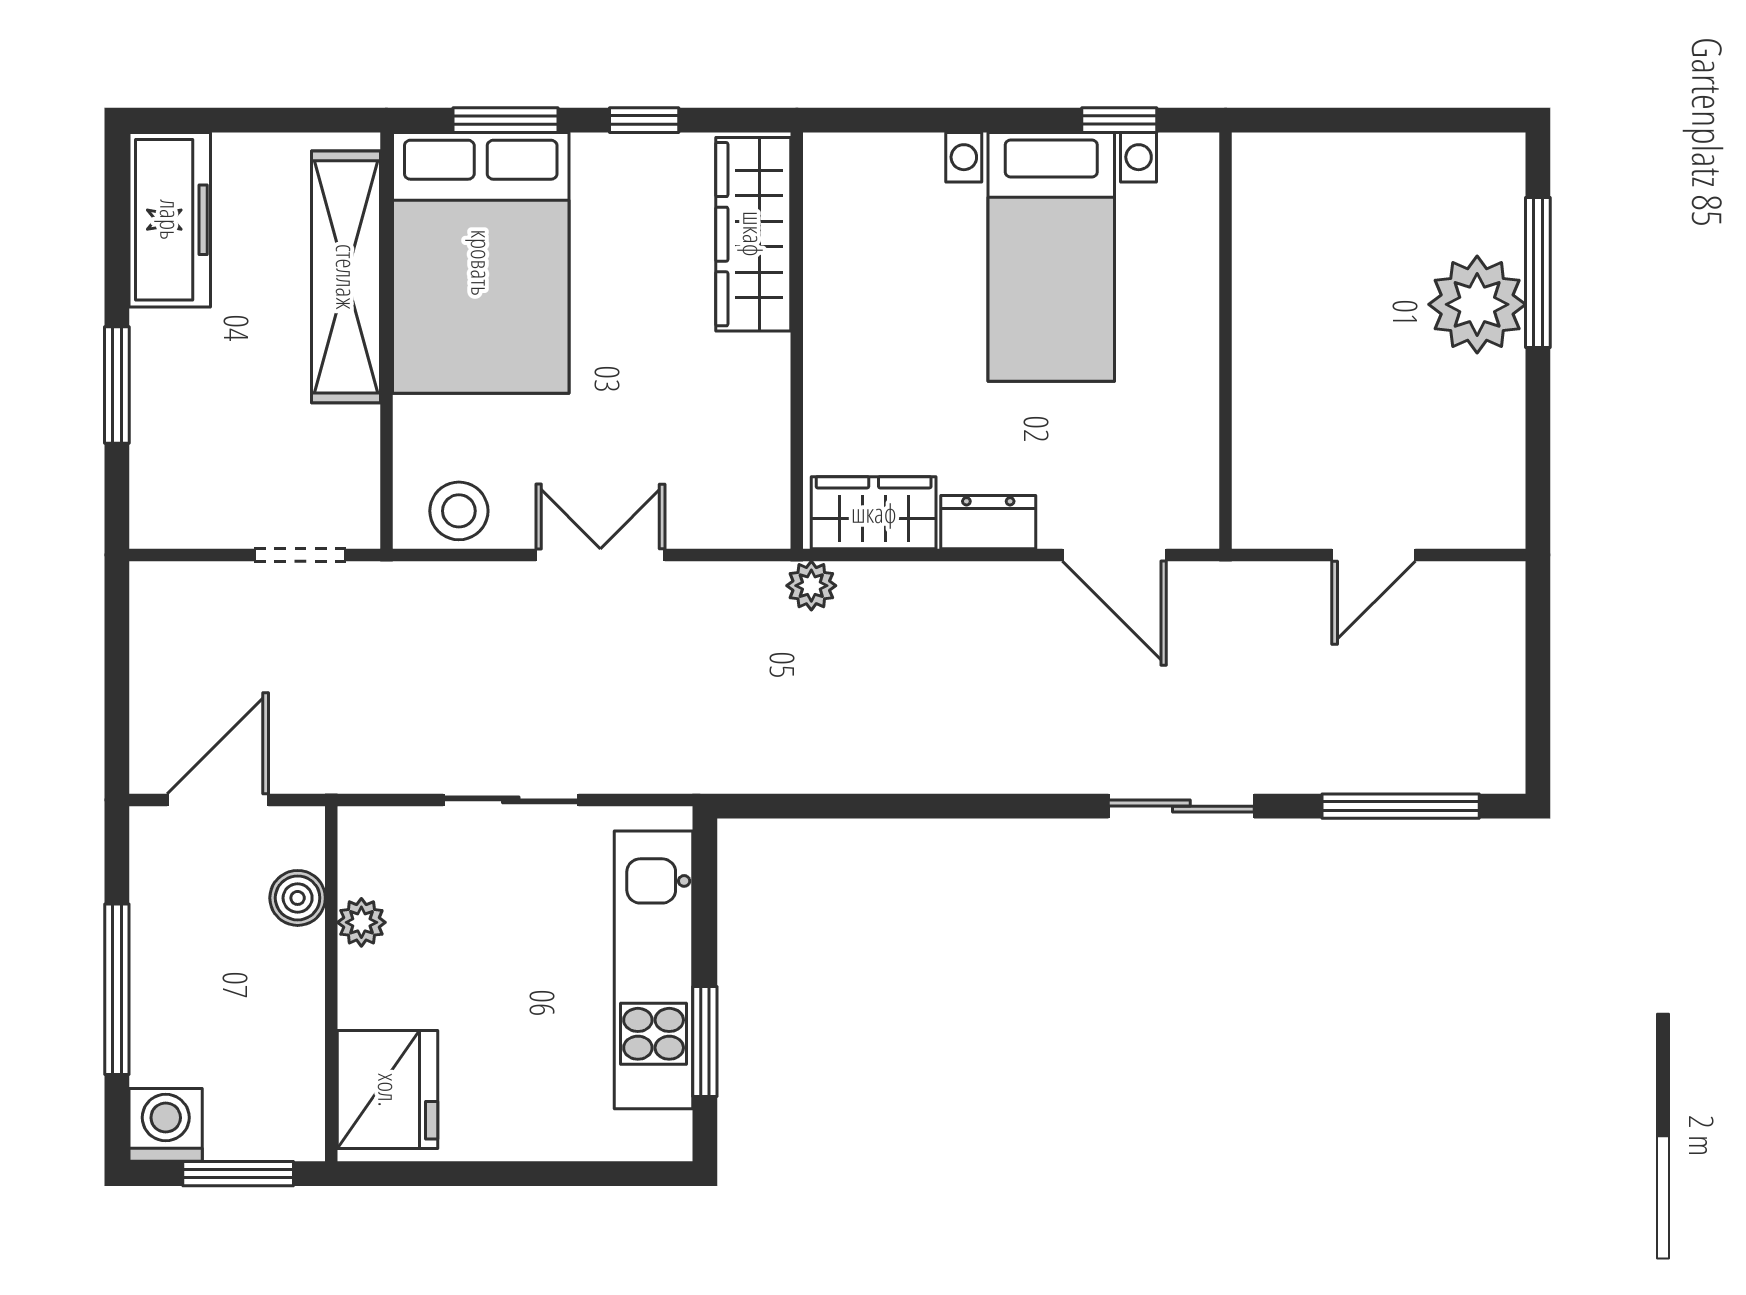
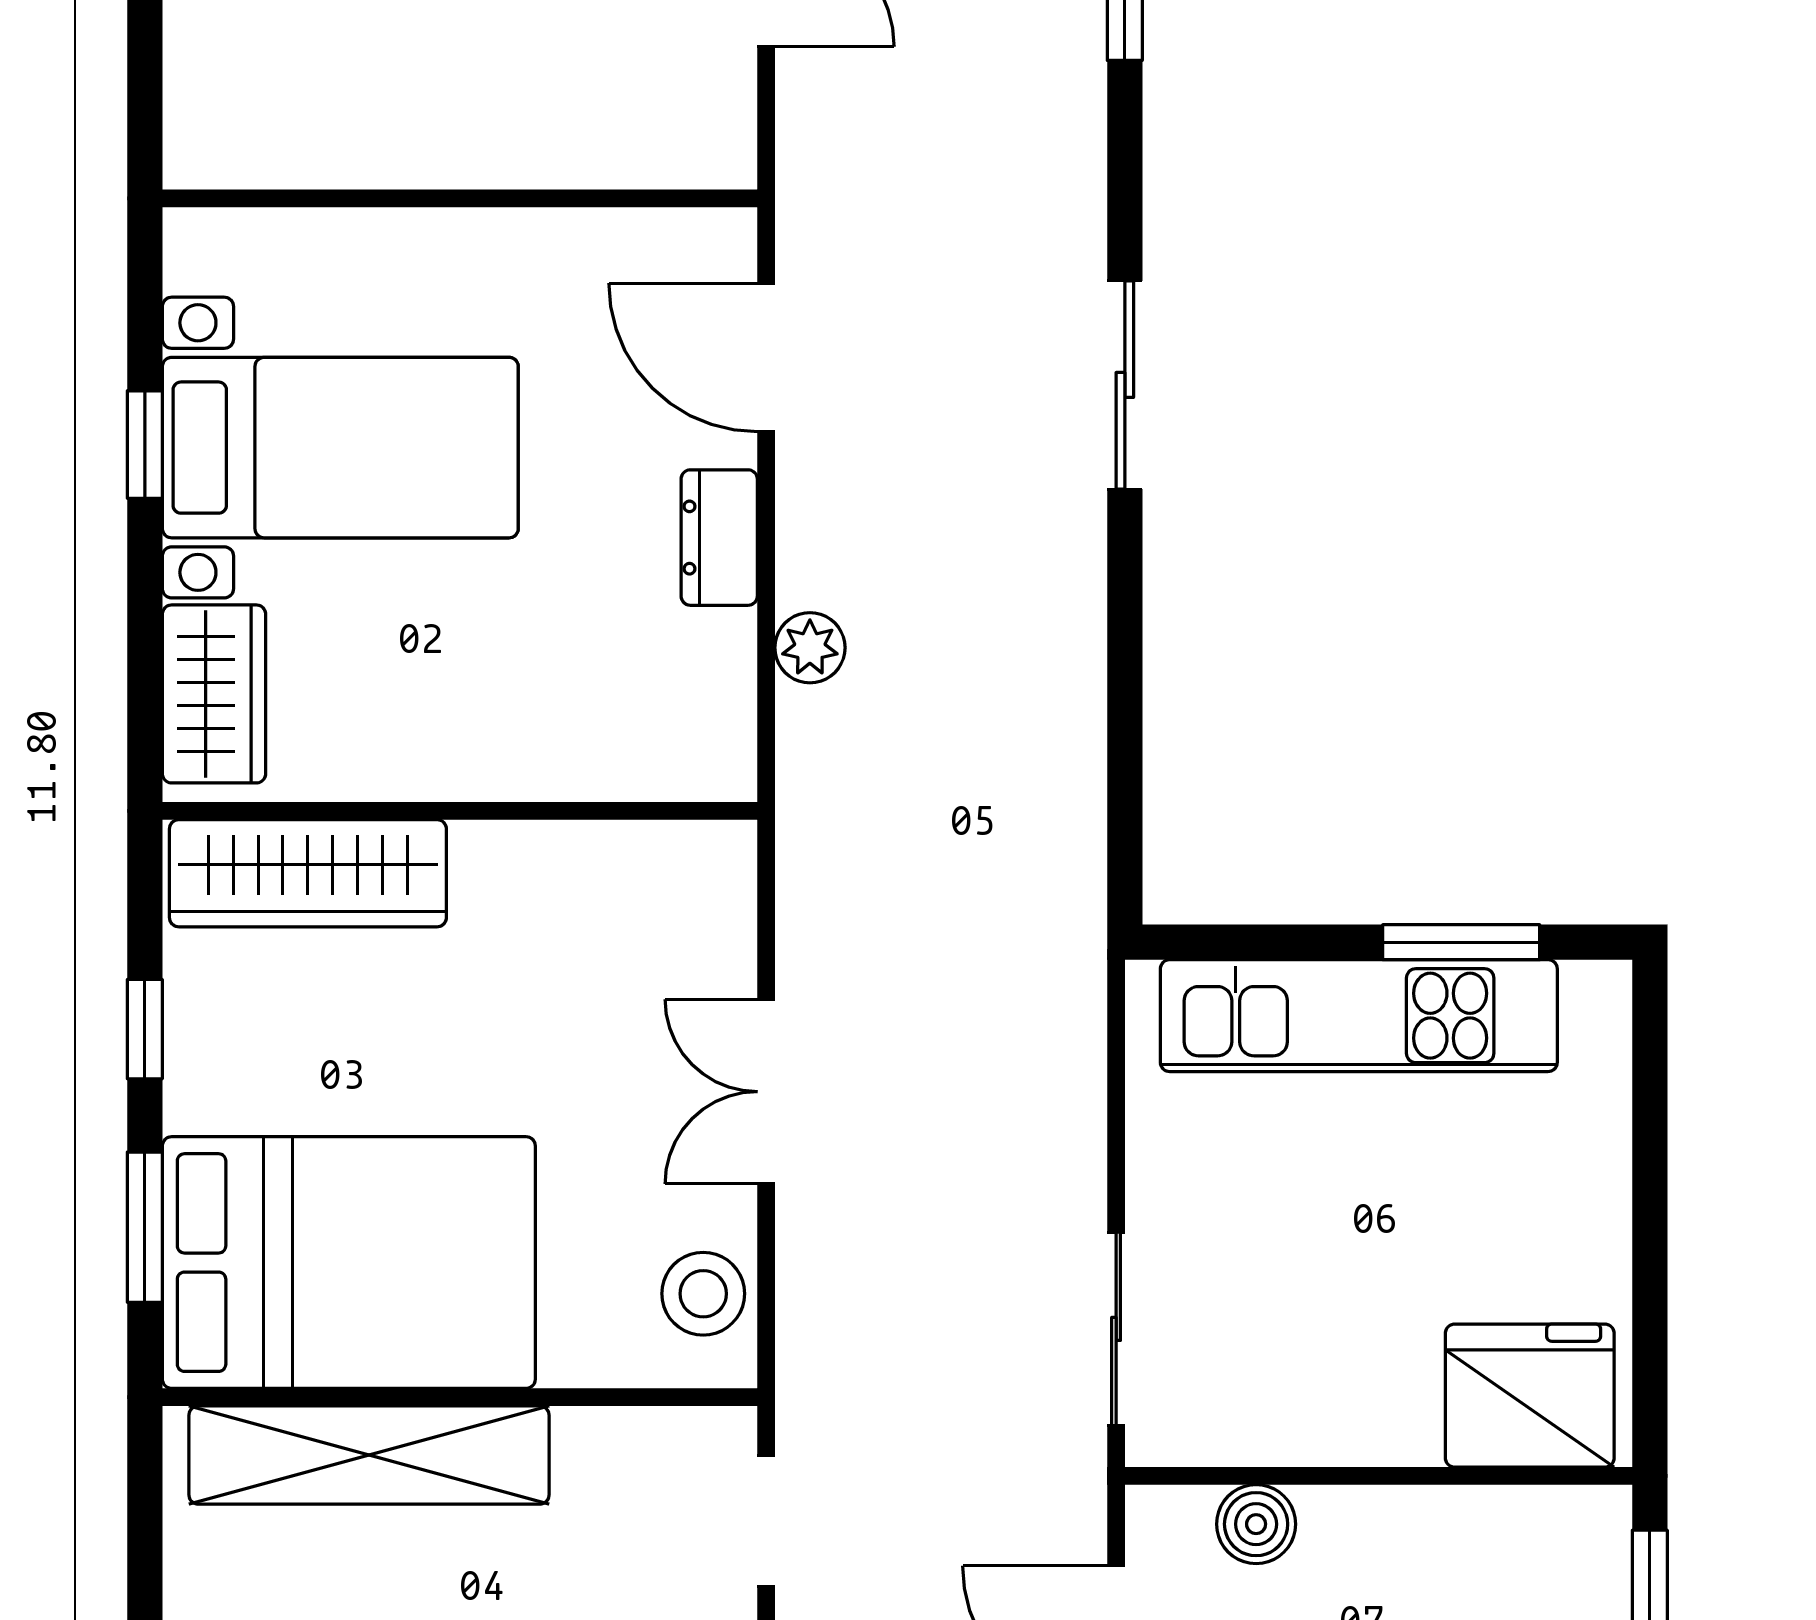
window: (1119, 120) -> (145, 445), moved
wardrobe: (874, 513) -> (214, 694), moved, turned 180
door: (1114, 555) -> (766, 357), swing flipped
plant: (811, 586) -> (810, 648), moved
sliding door: (511, 800) -> (1116, 1329), moved
sliding door: (1181, 806) -> (1125, 385), moved
plant: (361, 922) -> (1291, 1433), removed

